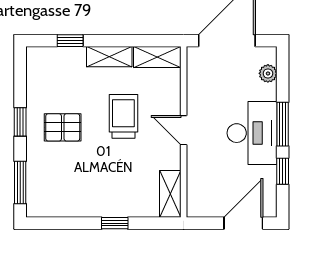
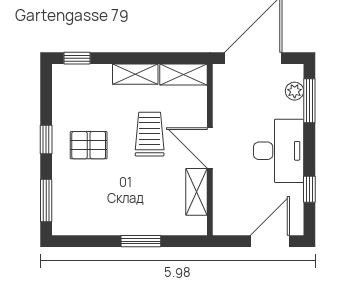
window: (70, 41) -> (77, 58), moved
window: (283, 124) -> (309, 101), moved
door: (184, 130) -> (210, 148), width x1.38
shelving: (170, 194) -> (196, 192), moved
window: (115, 223) -> (141, 241), width x1.50

